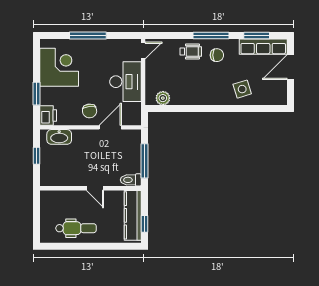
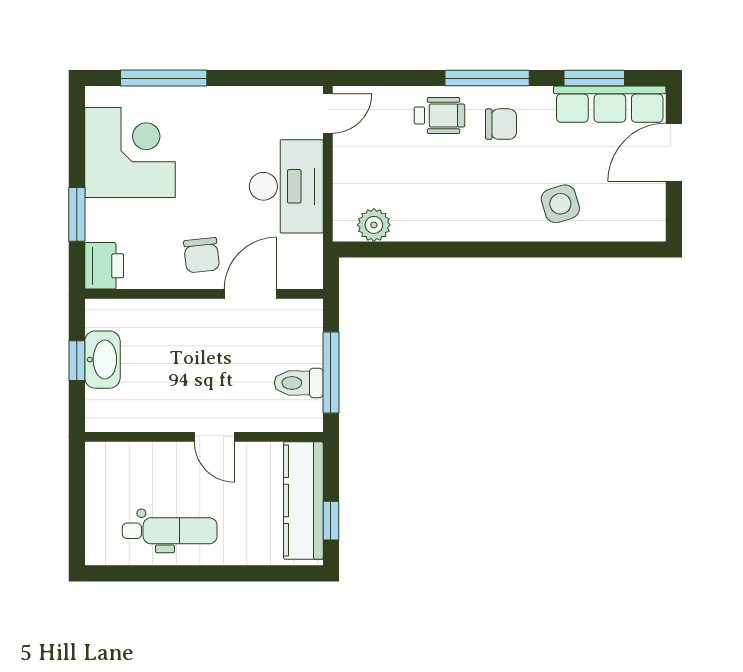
window: (88, 36) -> (164, 78), moved
washbasin: (59, 137) -> (102, 360), moved, turned -90
toilet: (131, 180) -> (299, 383), moved

